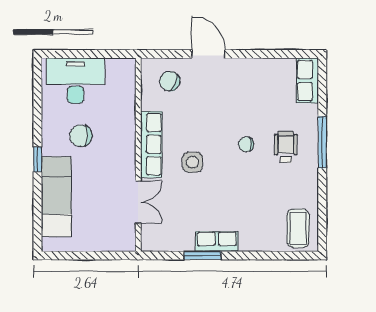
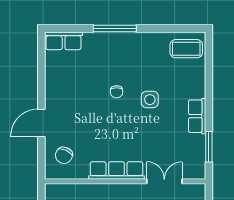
wheelchair: (286, 147) -> (119, 59), removed
side table: (192, 162) -> (150, 100), moved
window: (202, 255) -> (209, 147), moved

